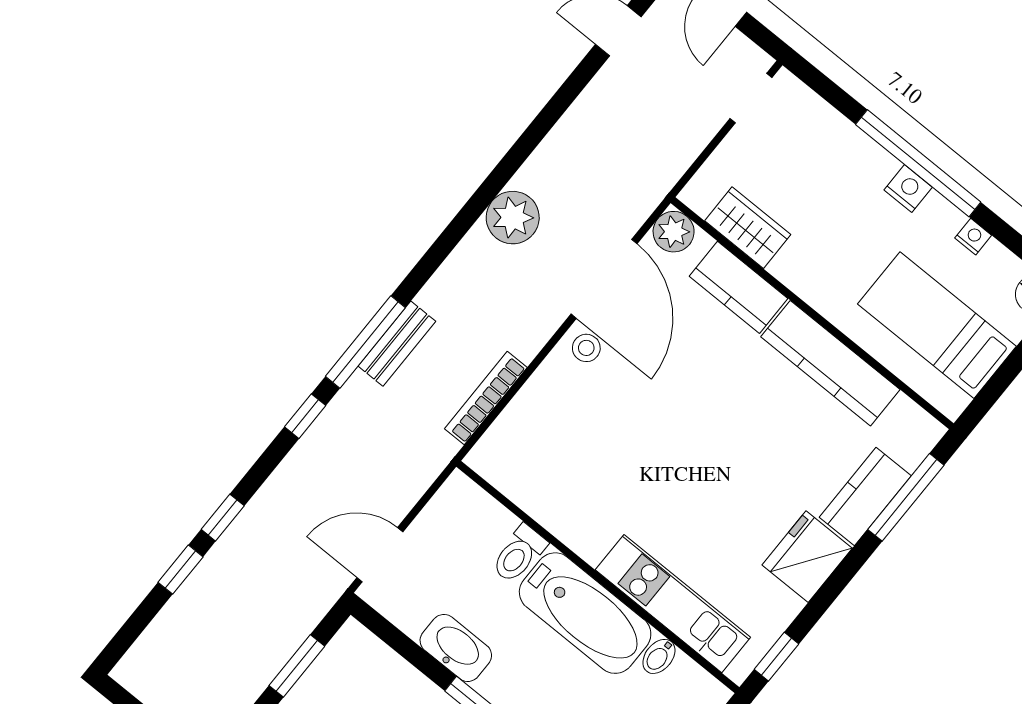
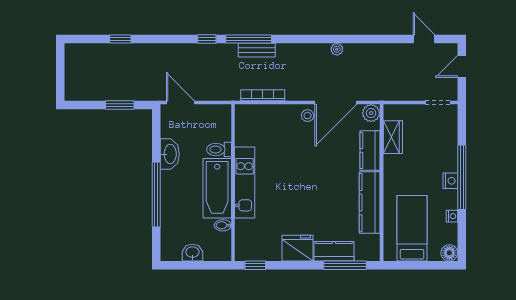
plant: (513, 218) -> (337, 49), width x0.53, depth x0.53
window: (223, 518) -> (150, 39), removed
kitchen unit: (673, 604) -> (245, 183), moved

